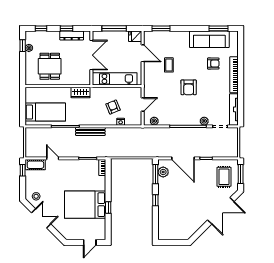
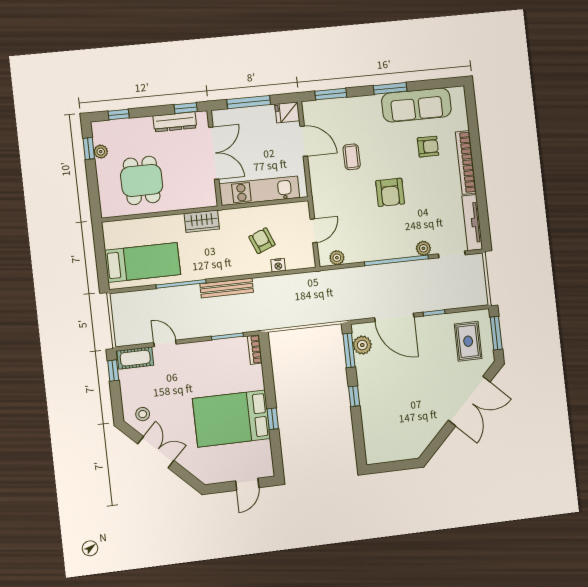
window: (66, 28) -> (186, 108), moved
window: (219, 28) -> (390, 88), moved

